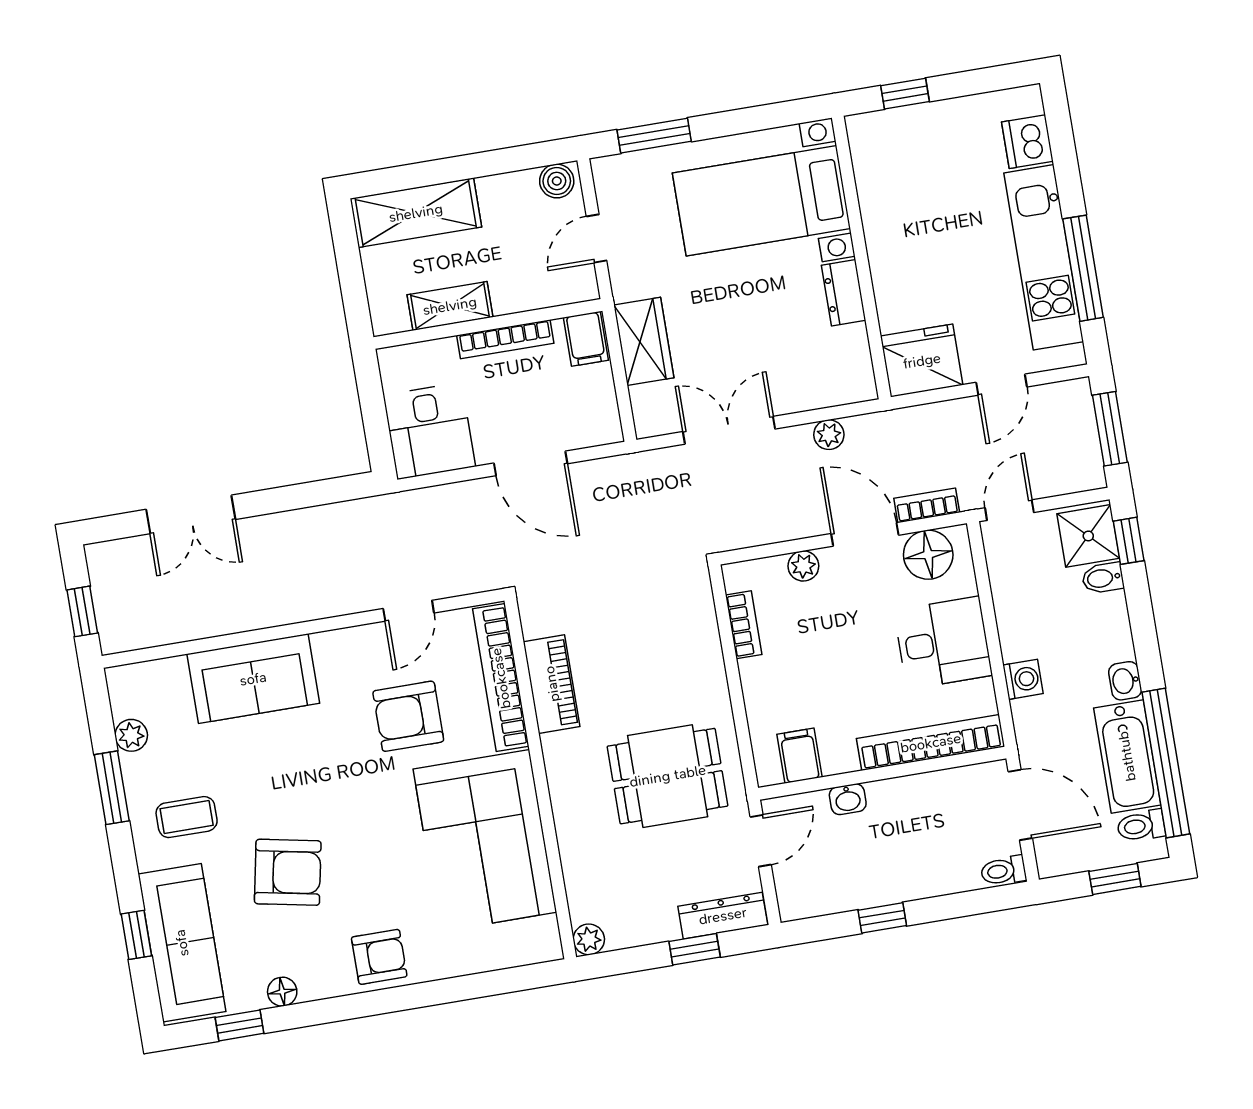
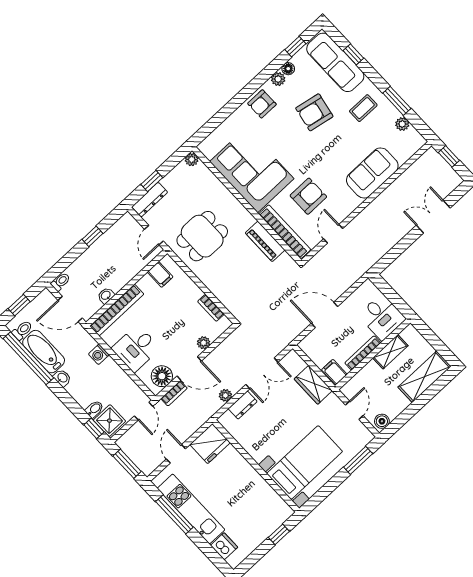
dresser: (844, 293) -> (243, 405), moved, turned 90
desk: (429, 431) -> (382, 317), moved, turned 180
washbasin: (848, 799) -> (106, 295), moved
plant: (315, 984) -> (278, 79), added

